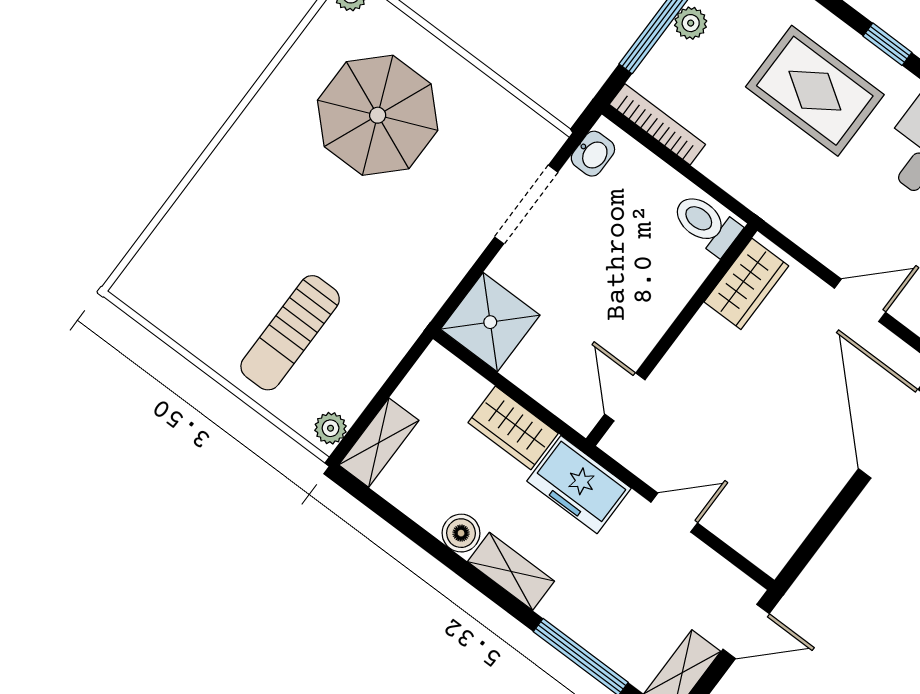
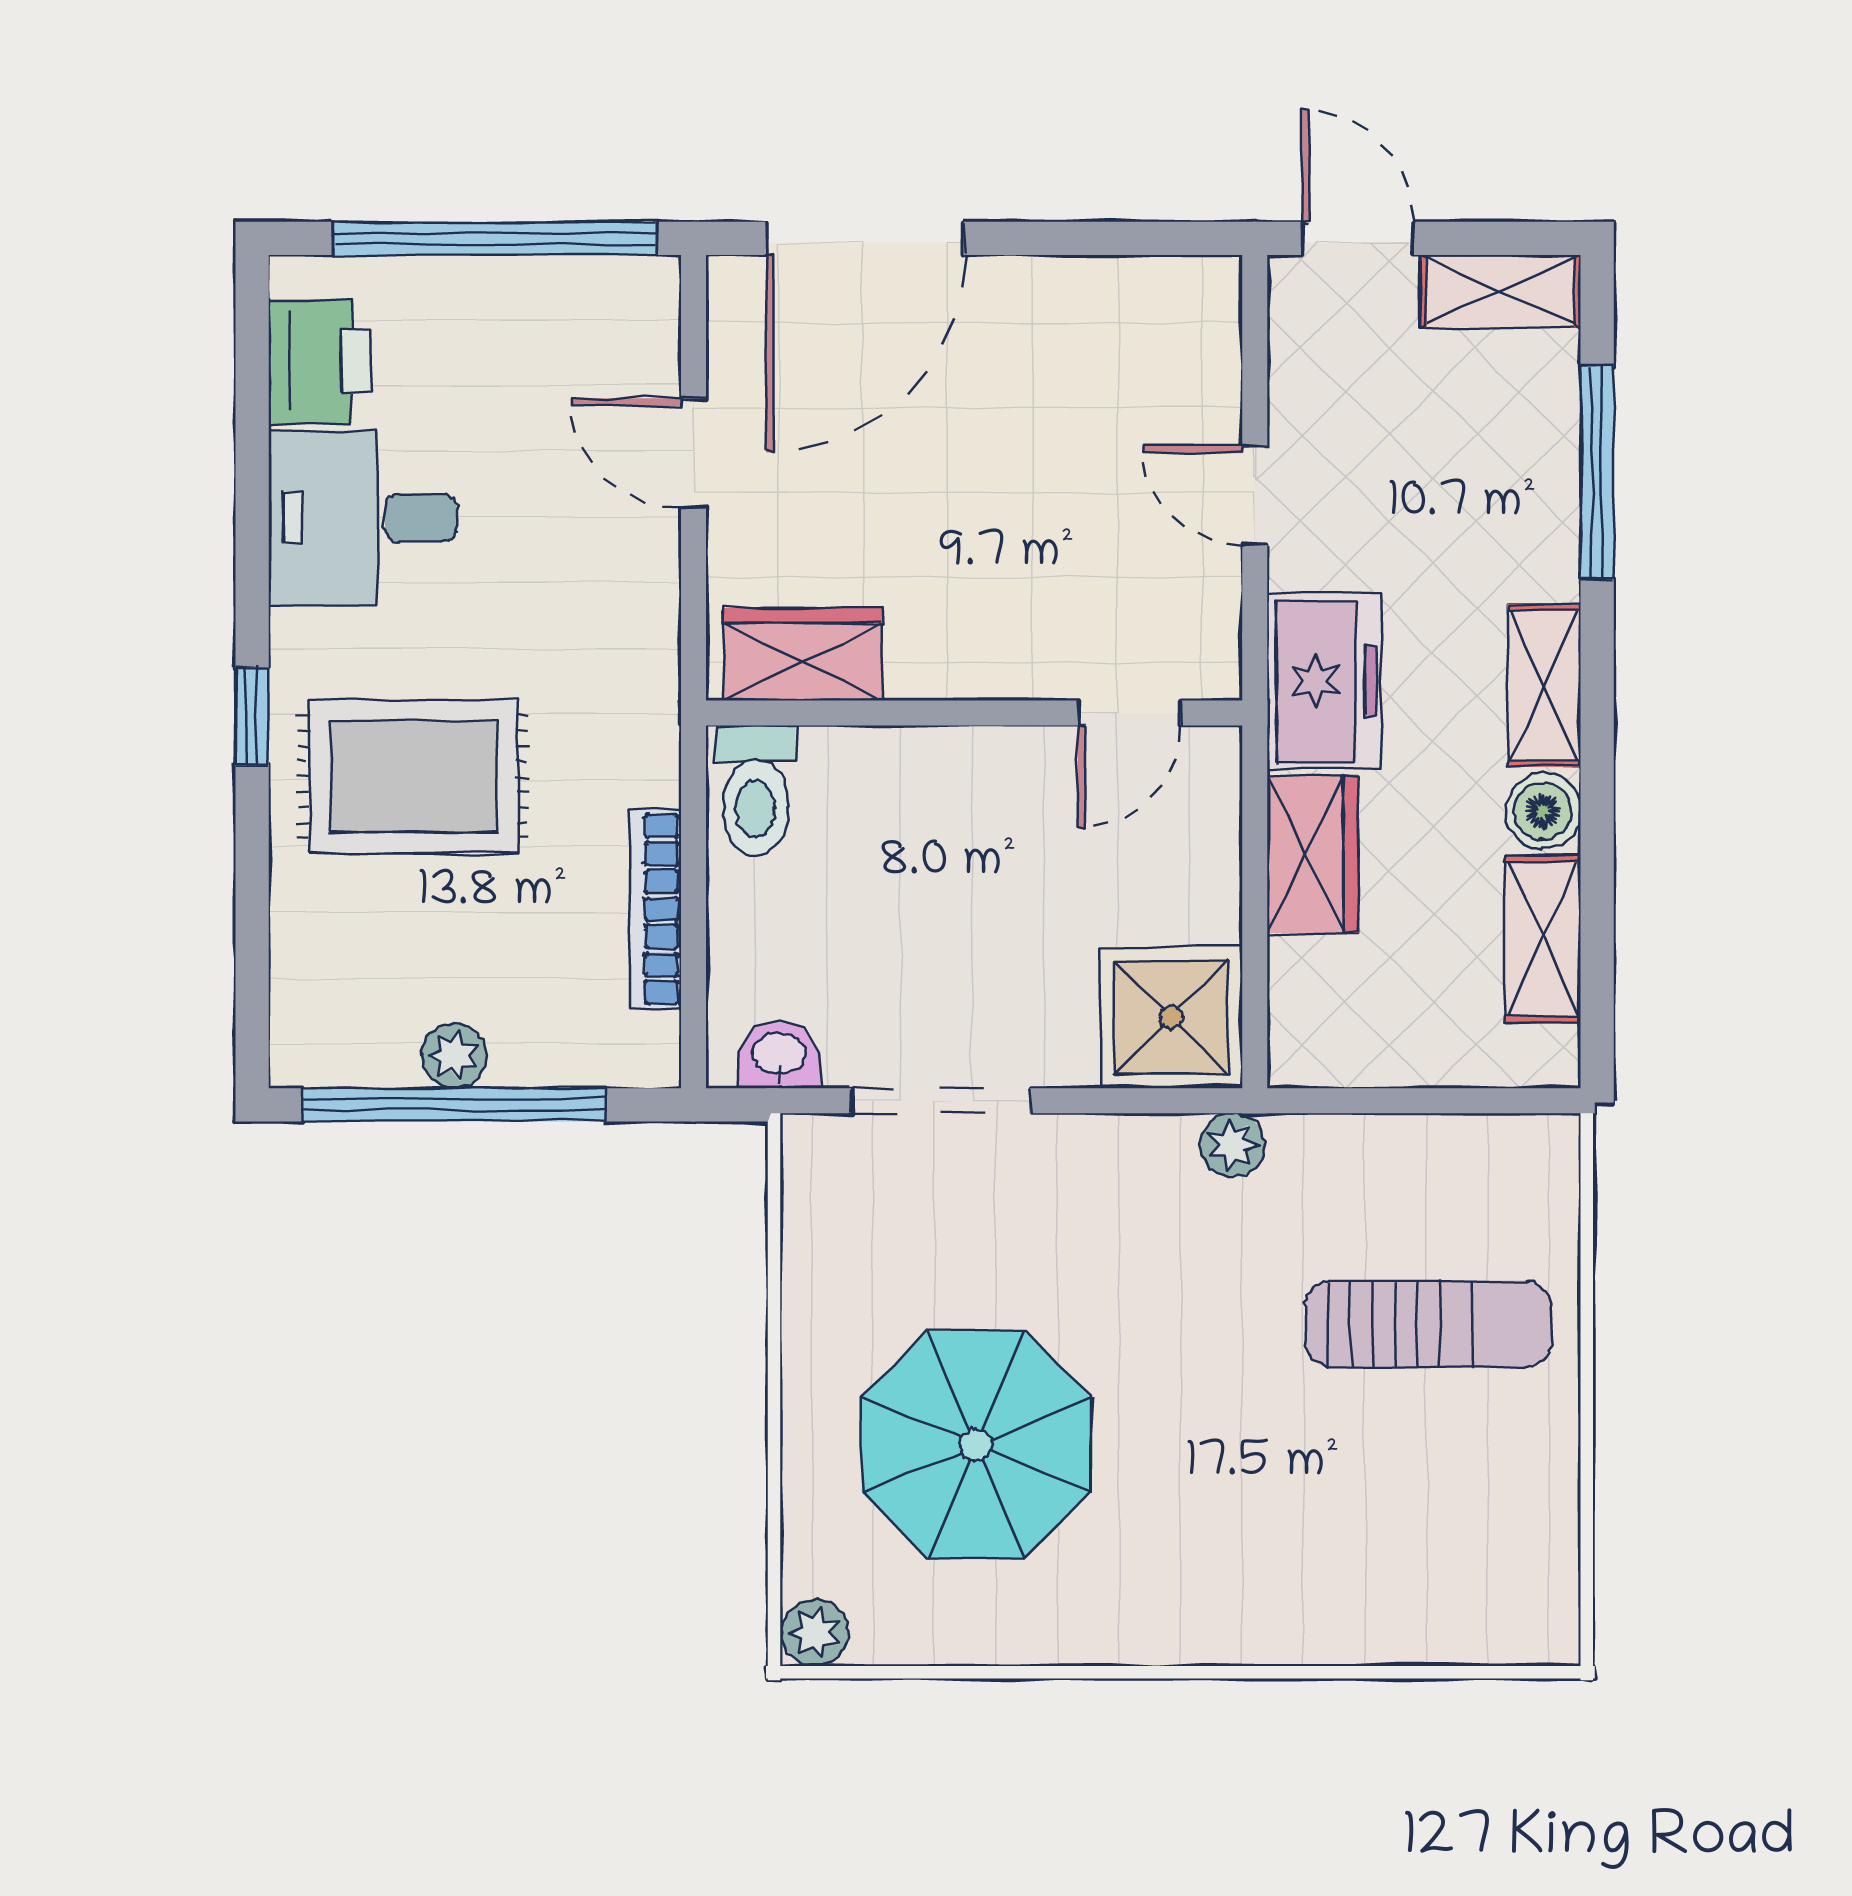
rug: (815, 91) -> (413, 777), turned 90
bookcase: (657, 124) -> (655, 909), moved
plant: (331, 428) -> (1232, 1145), moved
shelving: (379, 443) -> (1543, 939), moved, turned 90

